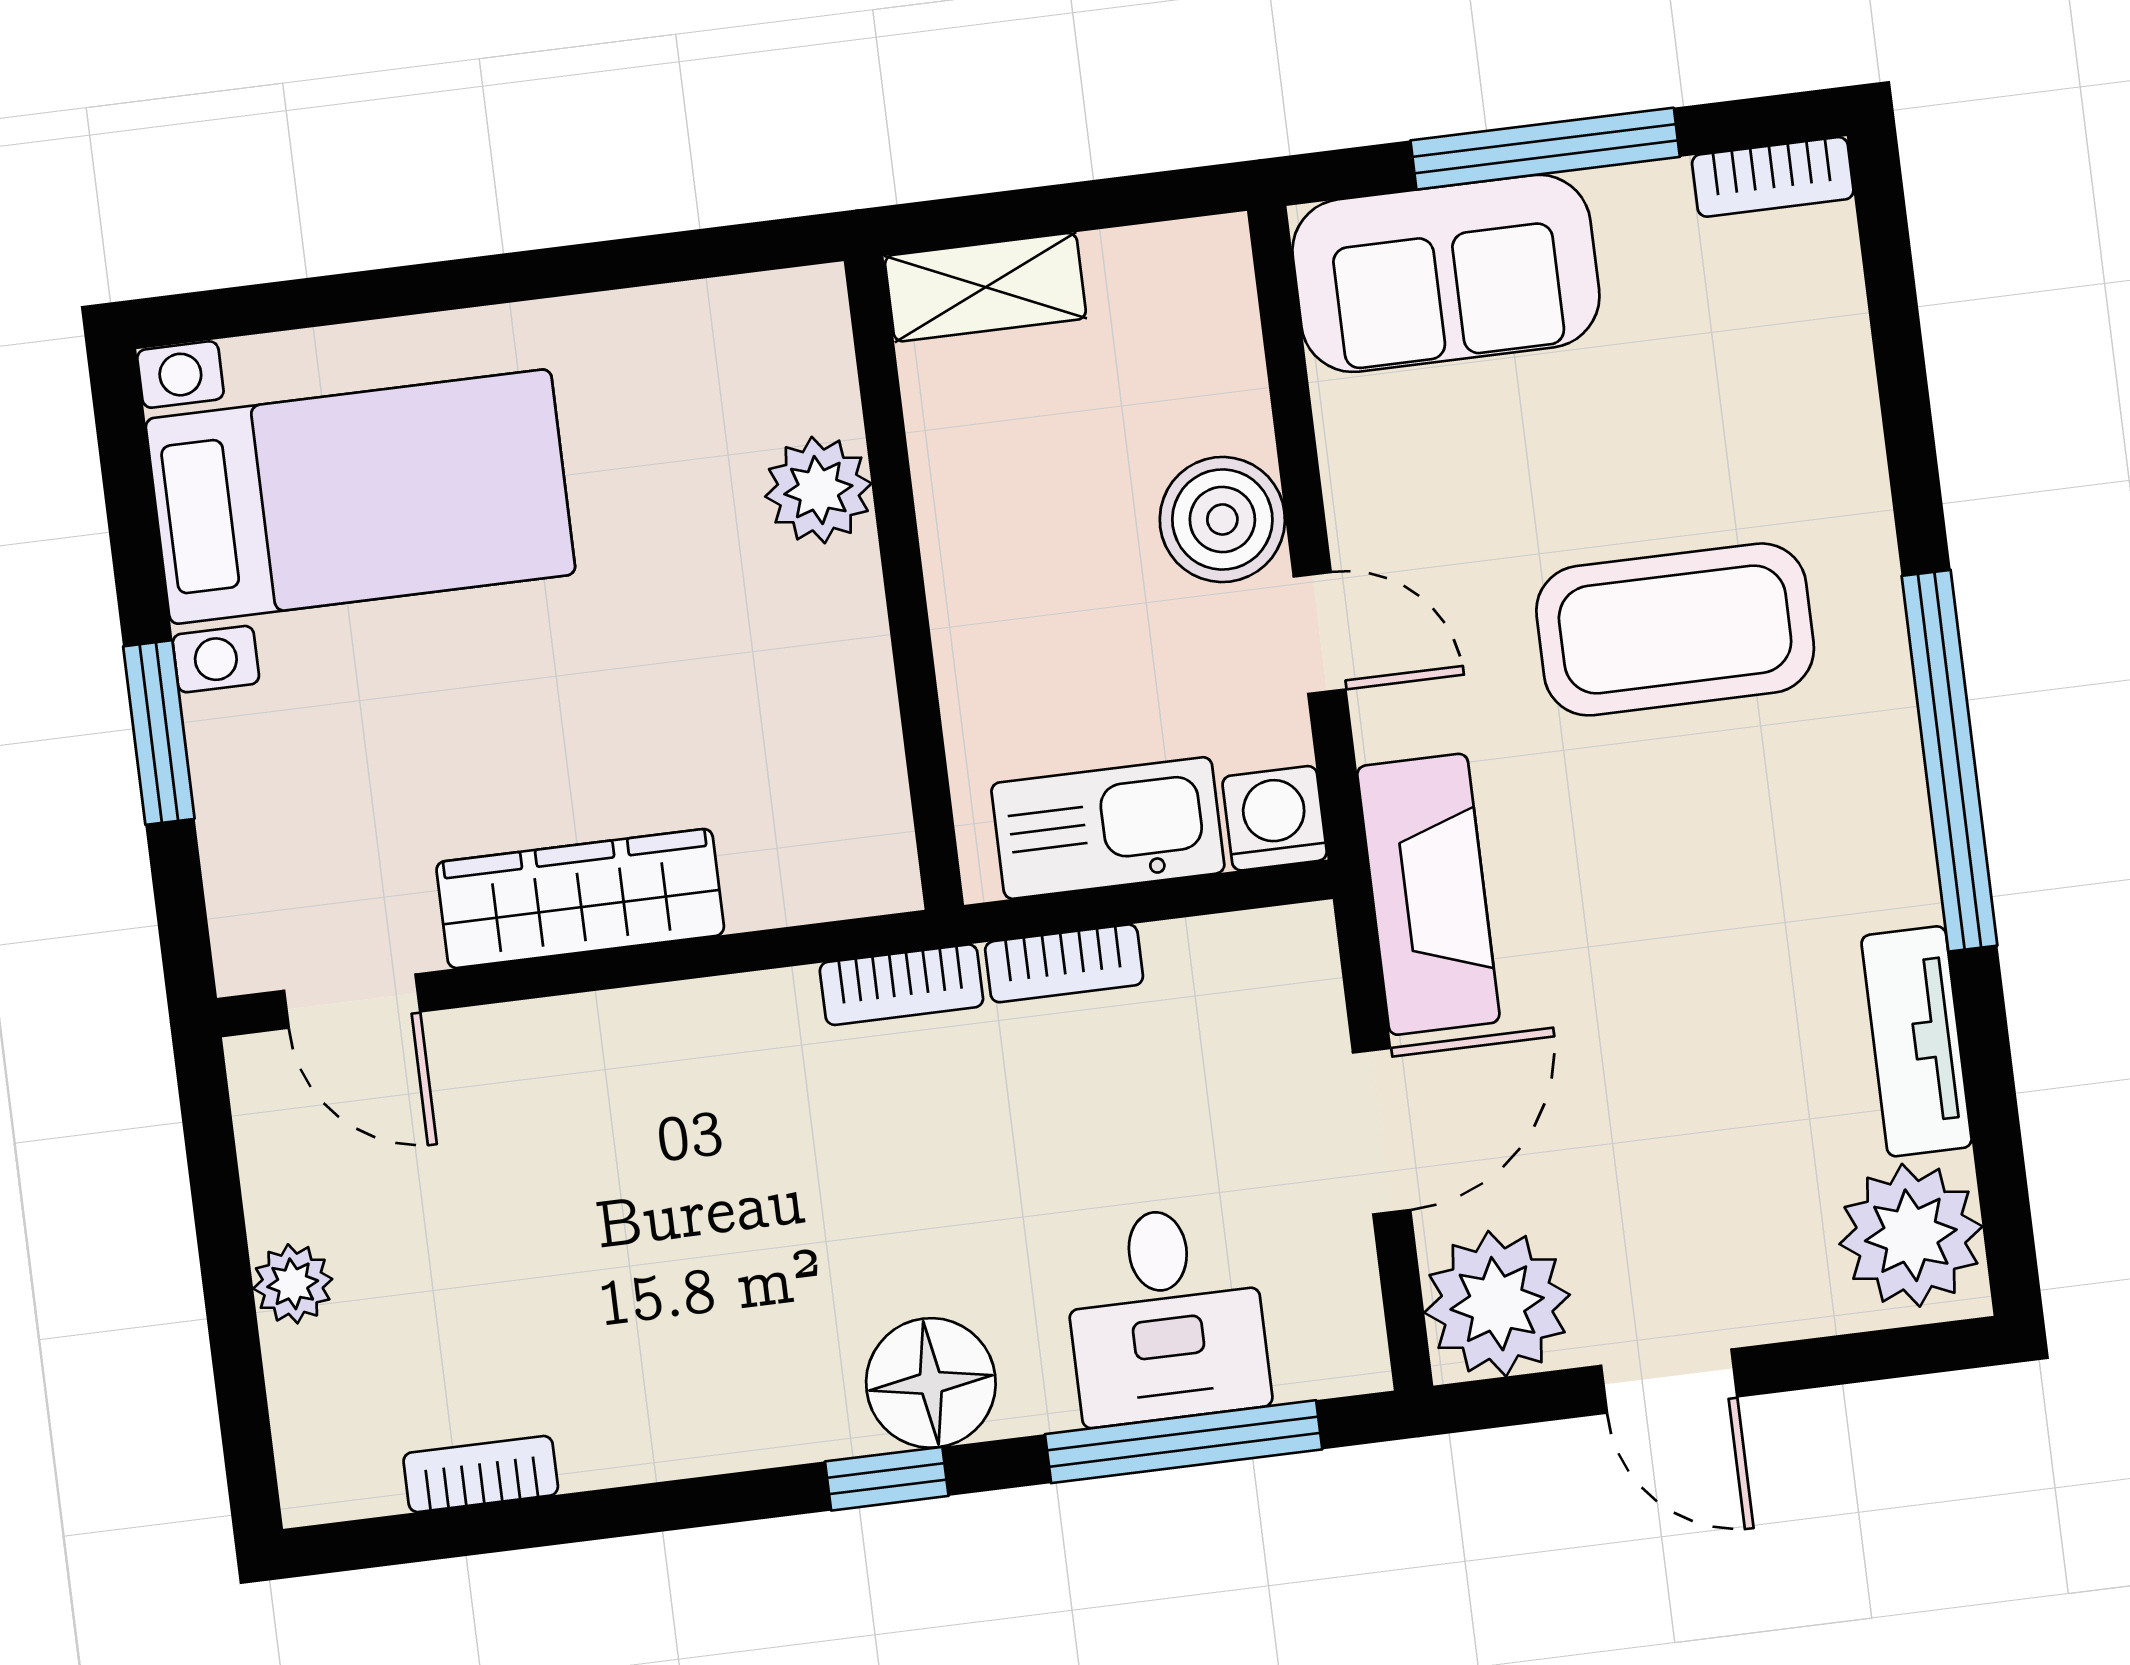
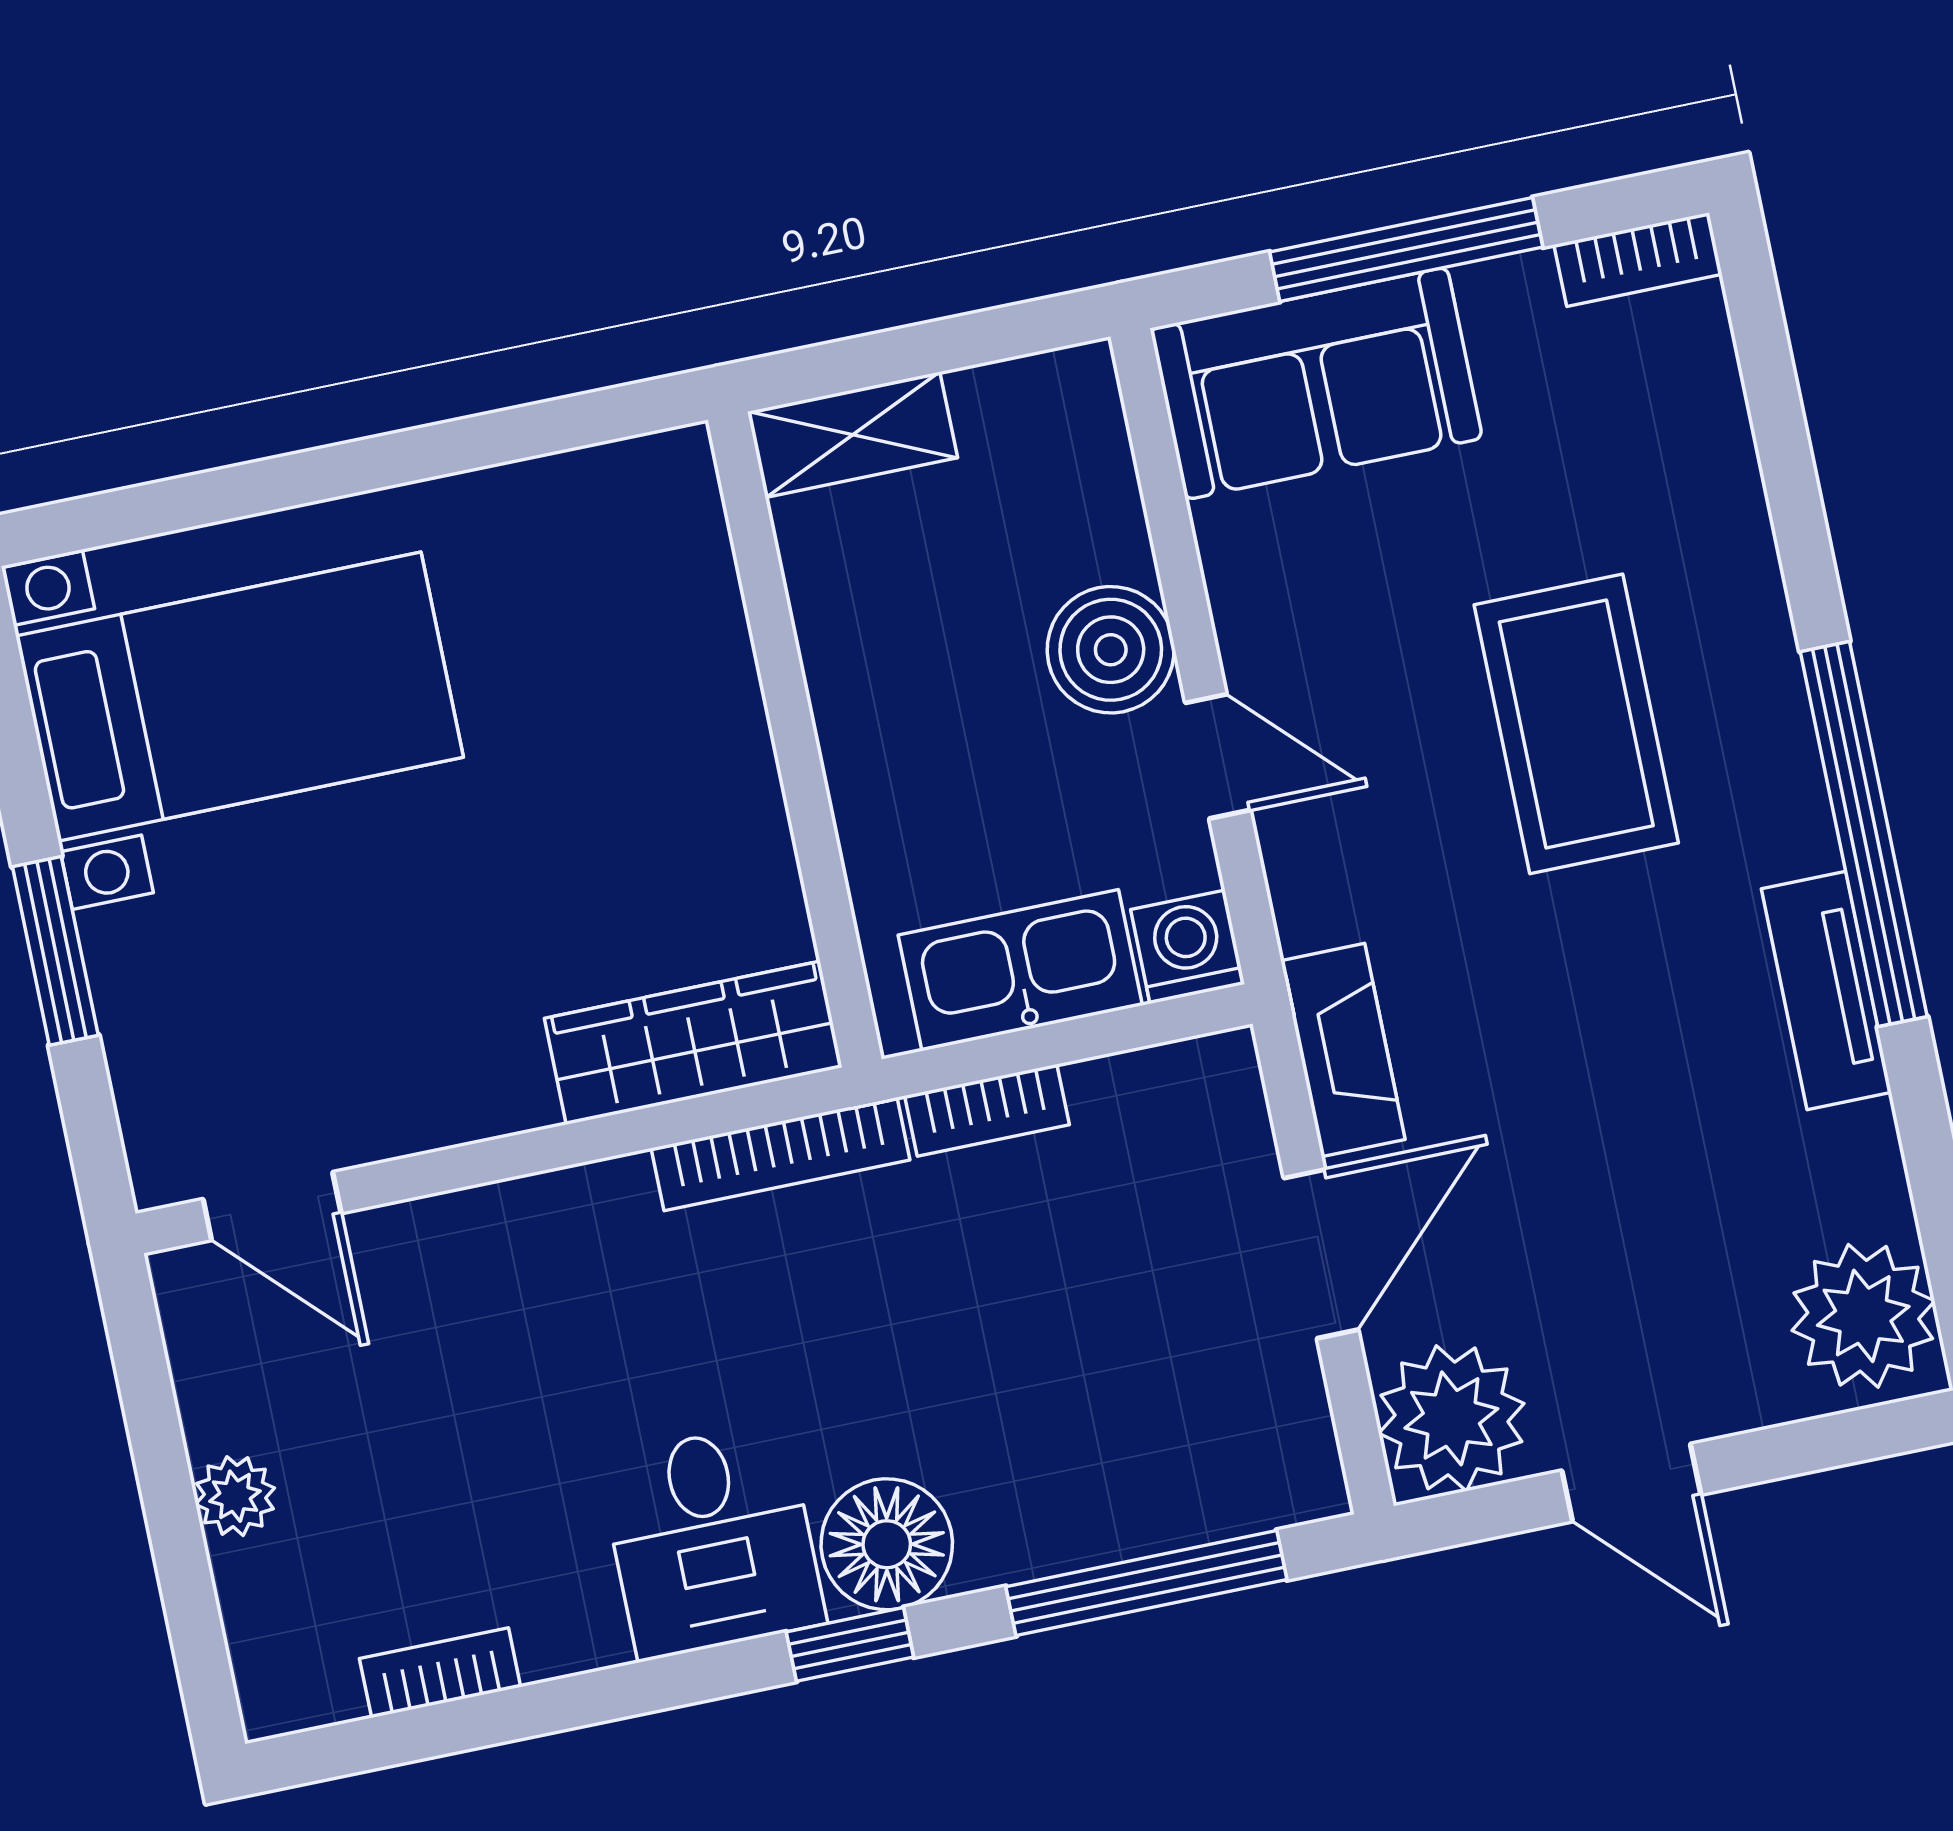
plant: (818, 490) -> (701, 653), removed
coffee table: (1675, 629) -> (1576, 724), turned 90
fireplace: (1428, 894) -> (1343, 1050), width x0.73, depth x0.76
wardrobe: (580, 899) -> (693, 1043), moved
bookcase: (901, 985) -> (781, 1154), width x1.56
tv unit: (1917, 1041) -> (1826, 991), moved
desk: (1166, 1315) -> (712, 1541), moved

